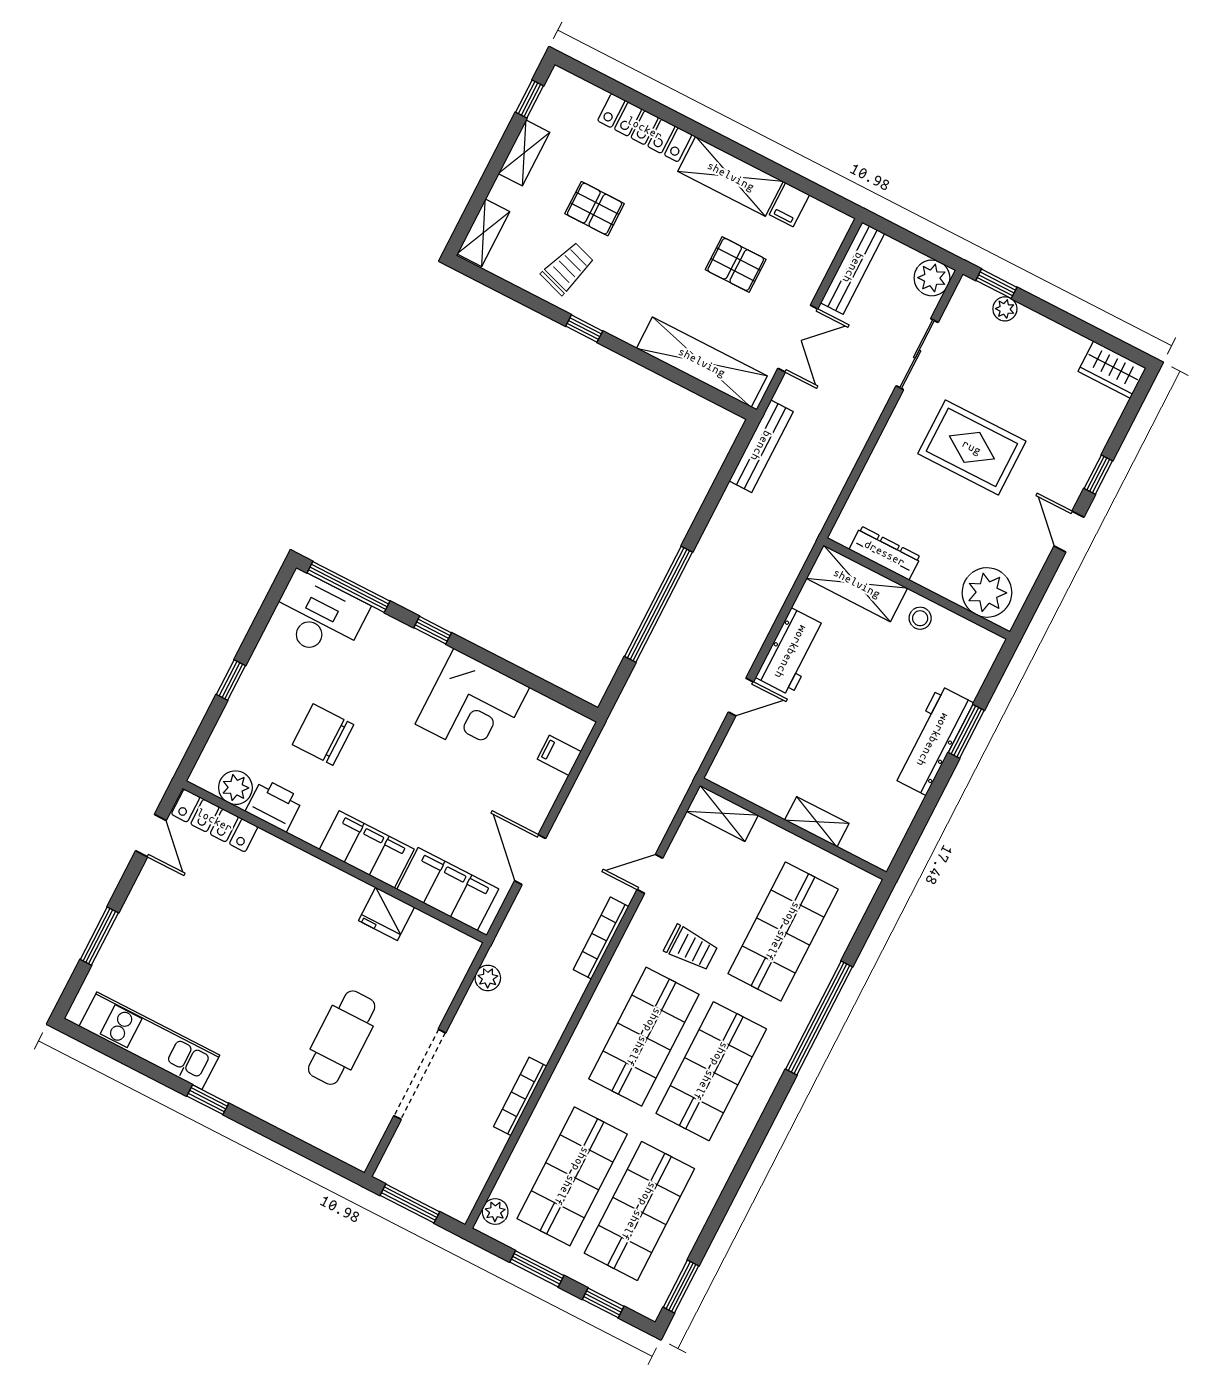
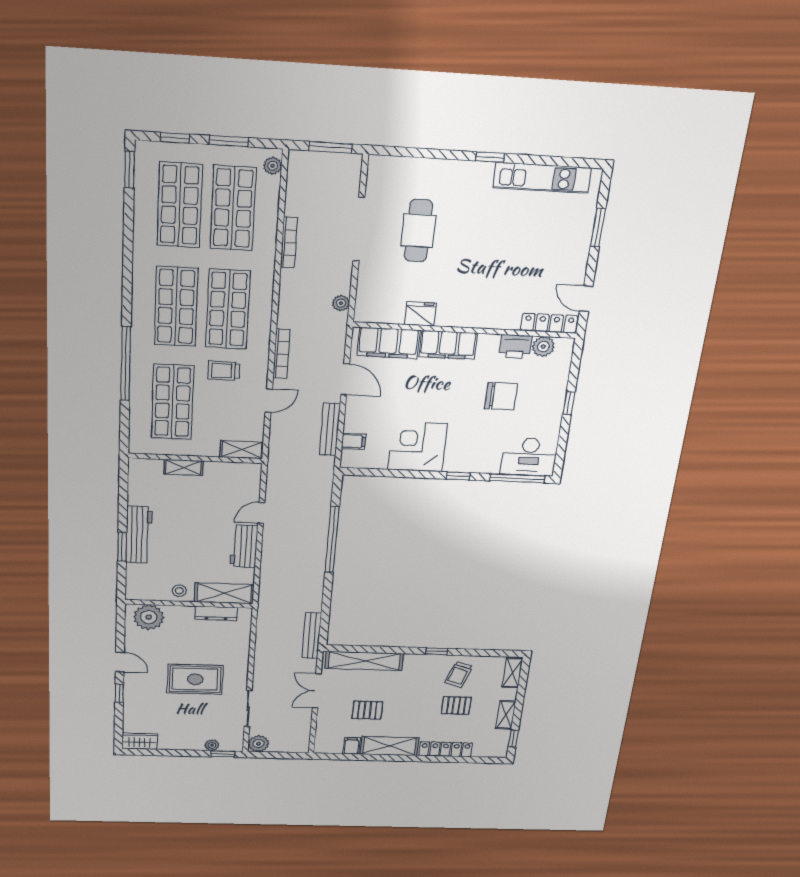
bench: (853, 268) -> (330, 429), moved

